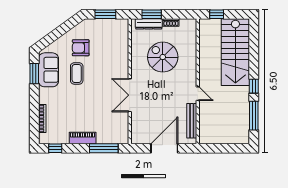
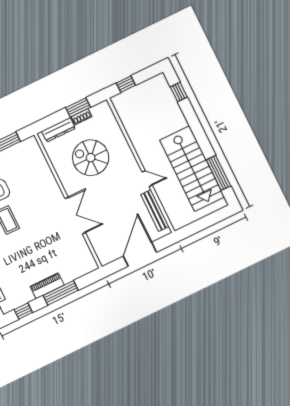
window: (152, 14) -> (78, 107), moved
stairs: (235, 52) -> (192, 169), moved
window: (254, 86) -> (179, 92), moved
double door: (130, 95) -> (75, 216), swing flipped
window: (104, 148) -> (61, 293), moved

